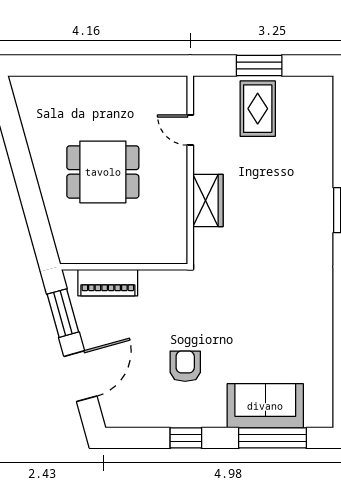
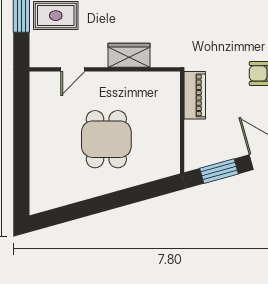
piano: (108, 283) -> (195, 95), moved

